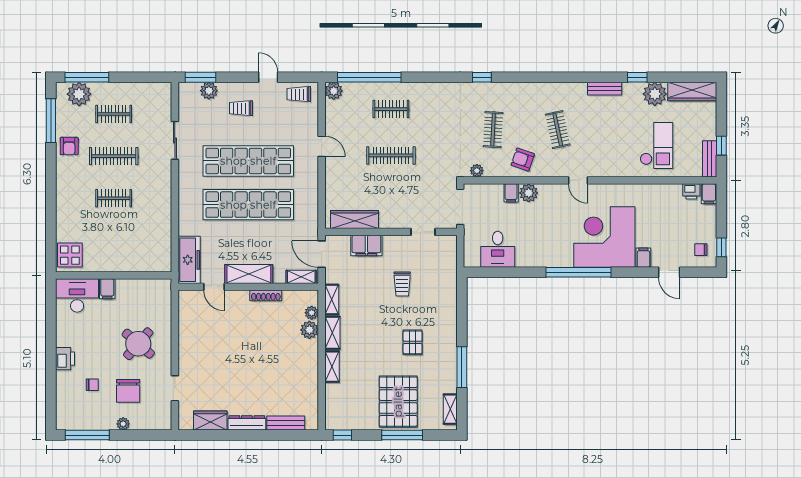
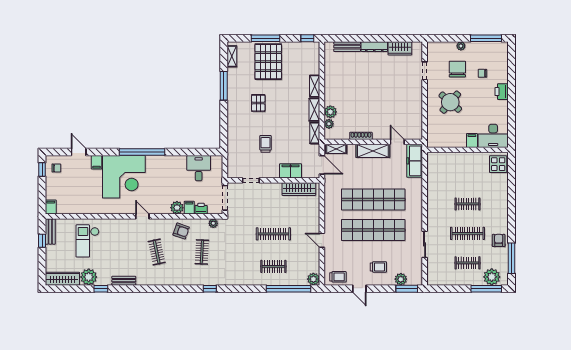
printer: (691, 191) -> (201, 209), moved

